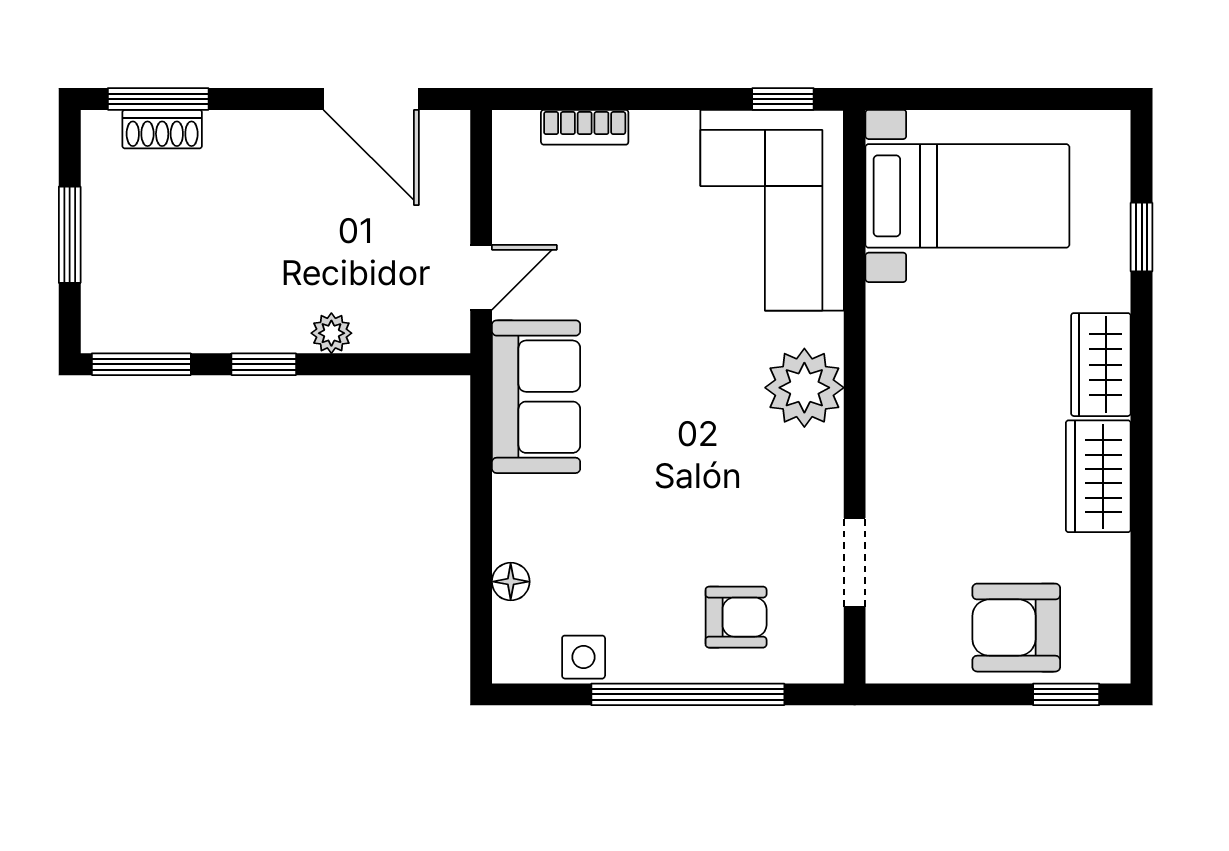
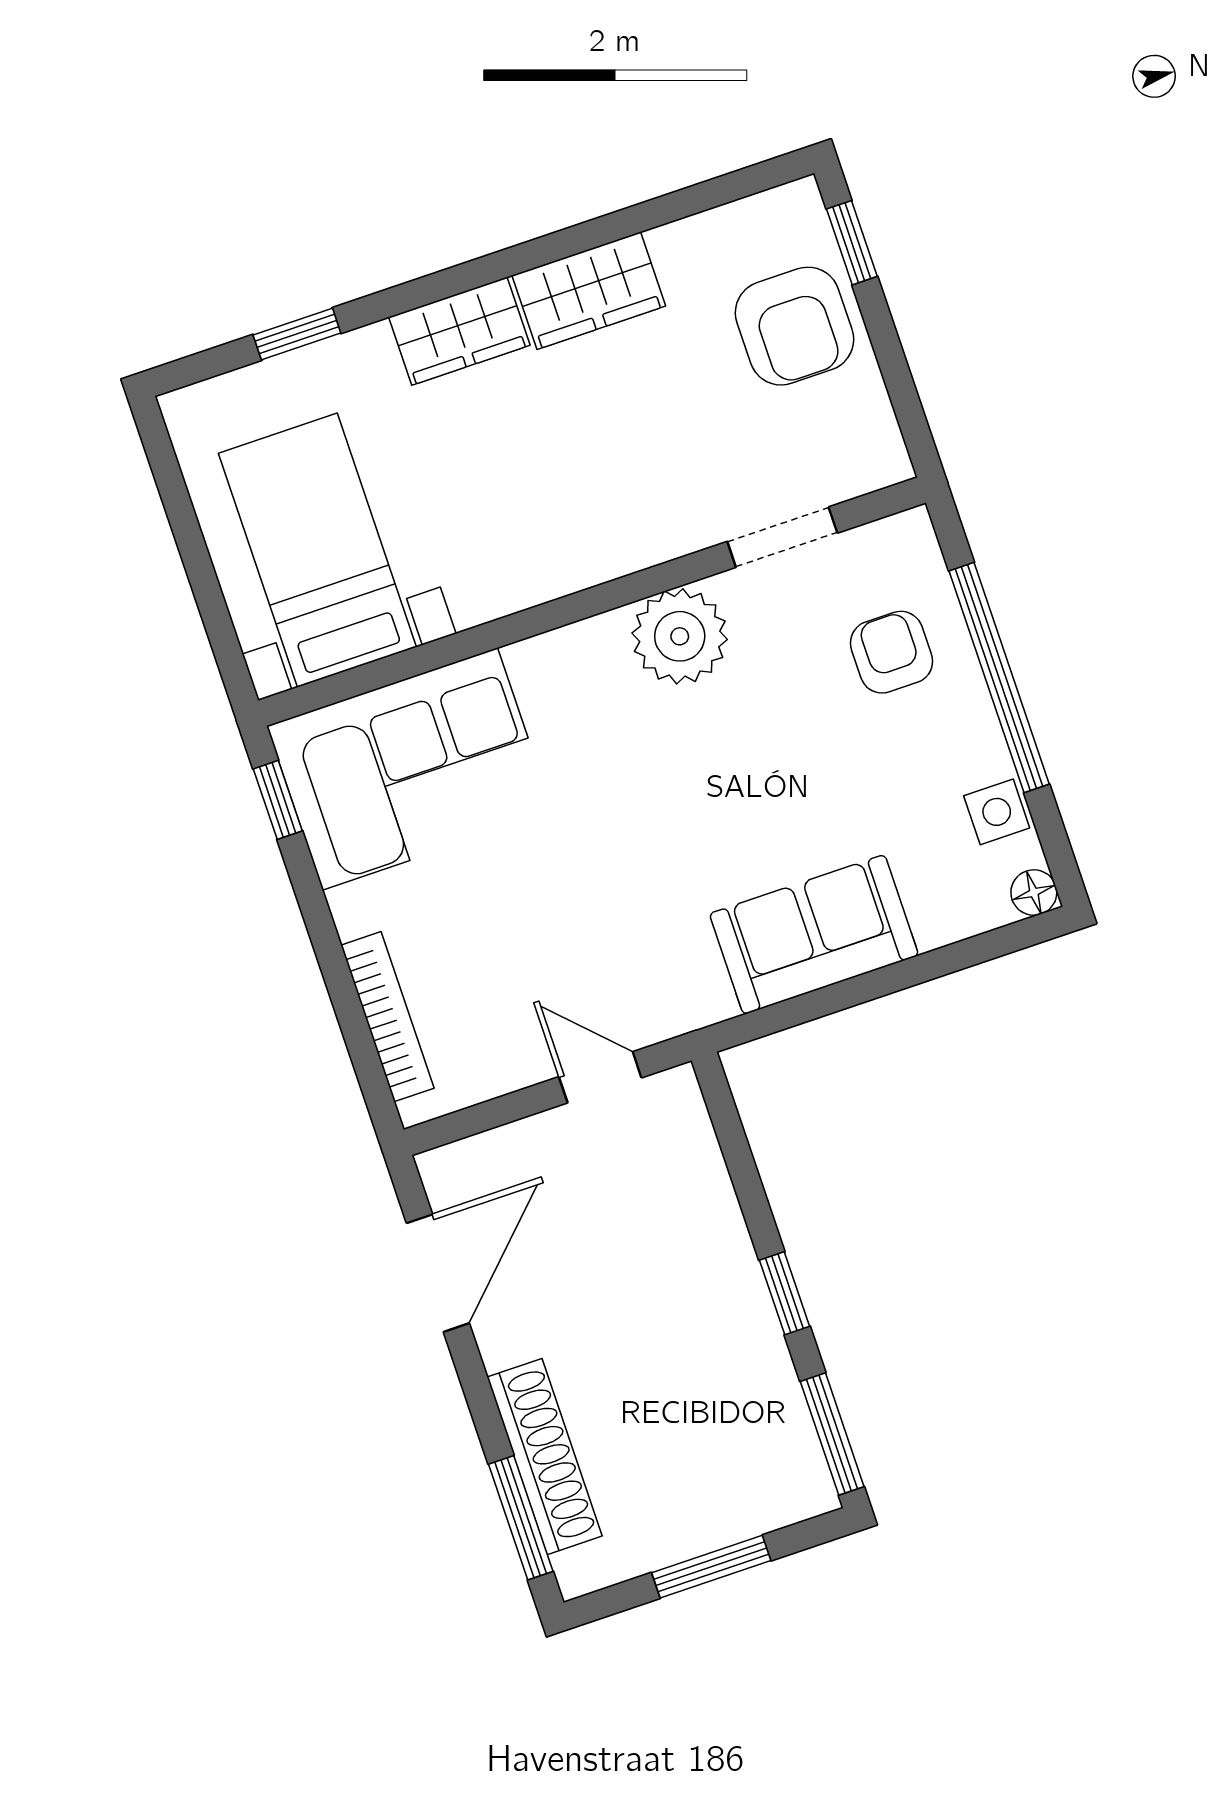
bookcase: (585, 127) -> (387, 1017), width x1.56
shoe rack: (162, 129) -> (545, 1457), width x1.94, depth x1.24
plant: (331, 333) -> (722, 1228), removed
plant: (804, 388) -> (680, 636), moved
sofa: (536, 397) -> (814, 934), moved
floor lamp: (511, 582) -> (1034, 893), moved

